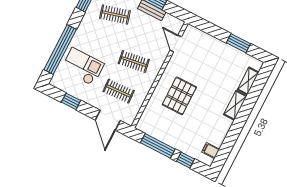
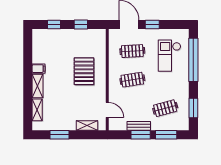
shelving: (205, 38) -> (87, 125), added
checkout: (82, 67) -> (170, 56), turned 90
window: (71, 101) -> (152, 25), moved
window: (158, 146) -> (81, 25), width x0.46
filing cabinet: (211, 151) -> (39, 69), moved

